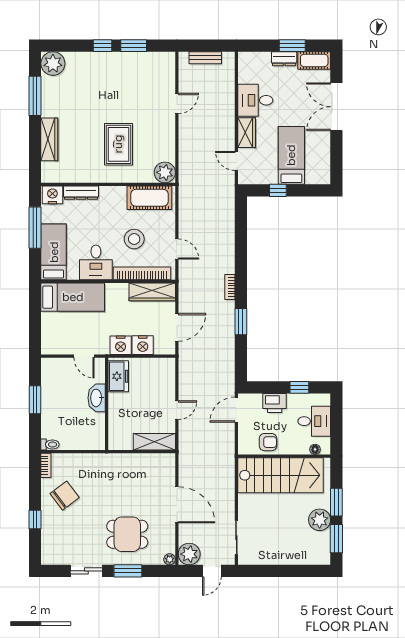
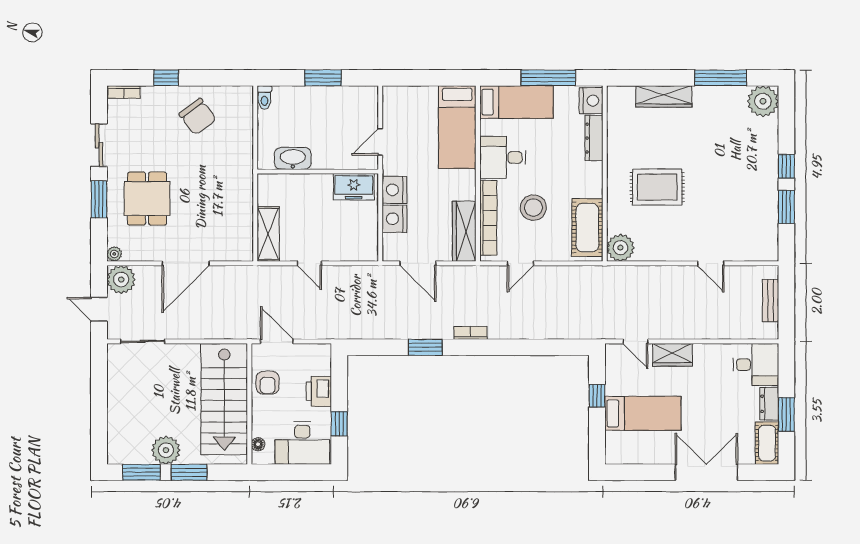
desk: (255, 100) -> (756, 365), moved, turned 90
door: (236, 161) -> (635, 341), swing flipped
washbasin: (97, 398) -> (293, 158), moved
door: (236, 410) -> (277, 341), moved
desk: (314, 421) -> (302, 443), width x1.37
bookcase: (46, 465) -> (124, 92), moved

